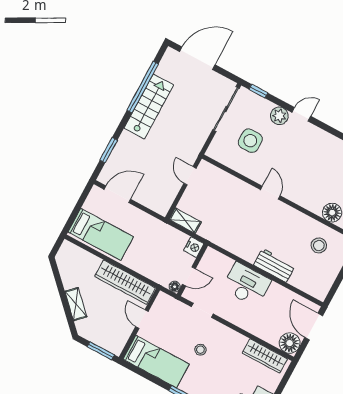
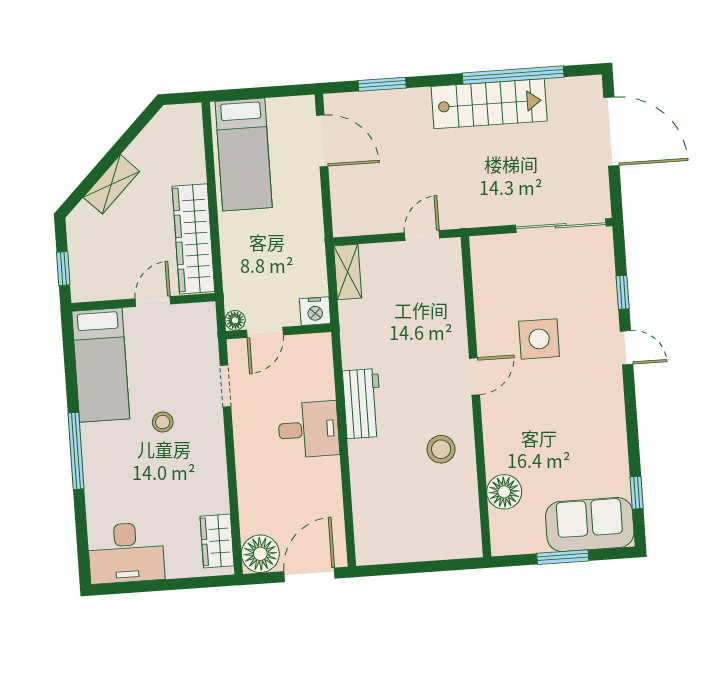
window: (258, 91) -> (623, 292), moved
plant: (279, 116) -> (602, 315), removed
side table: (250, 141) -> (539, 339), moved
stool: (319, 245) -> (441, 449), moved
workbench: (274, 265) -> (362, 404), moved
door: (189, 276) -> (265, 332), hinge flipped
desk: (246, 285) -> (309, 430), width x0.73
window: (101, 351) -> (63, 269), width x0.67
wardrobe: (265, 356) -> (217, 541), width x0.67

